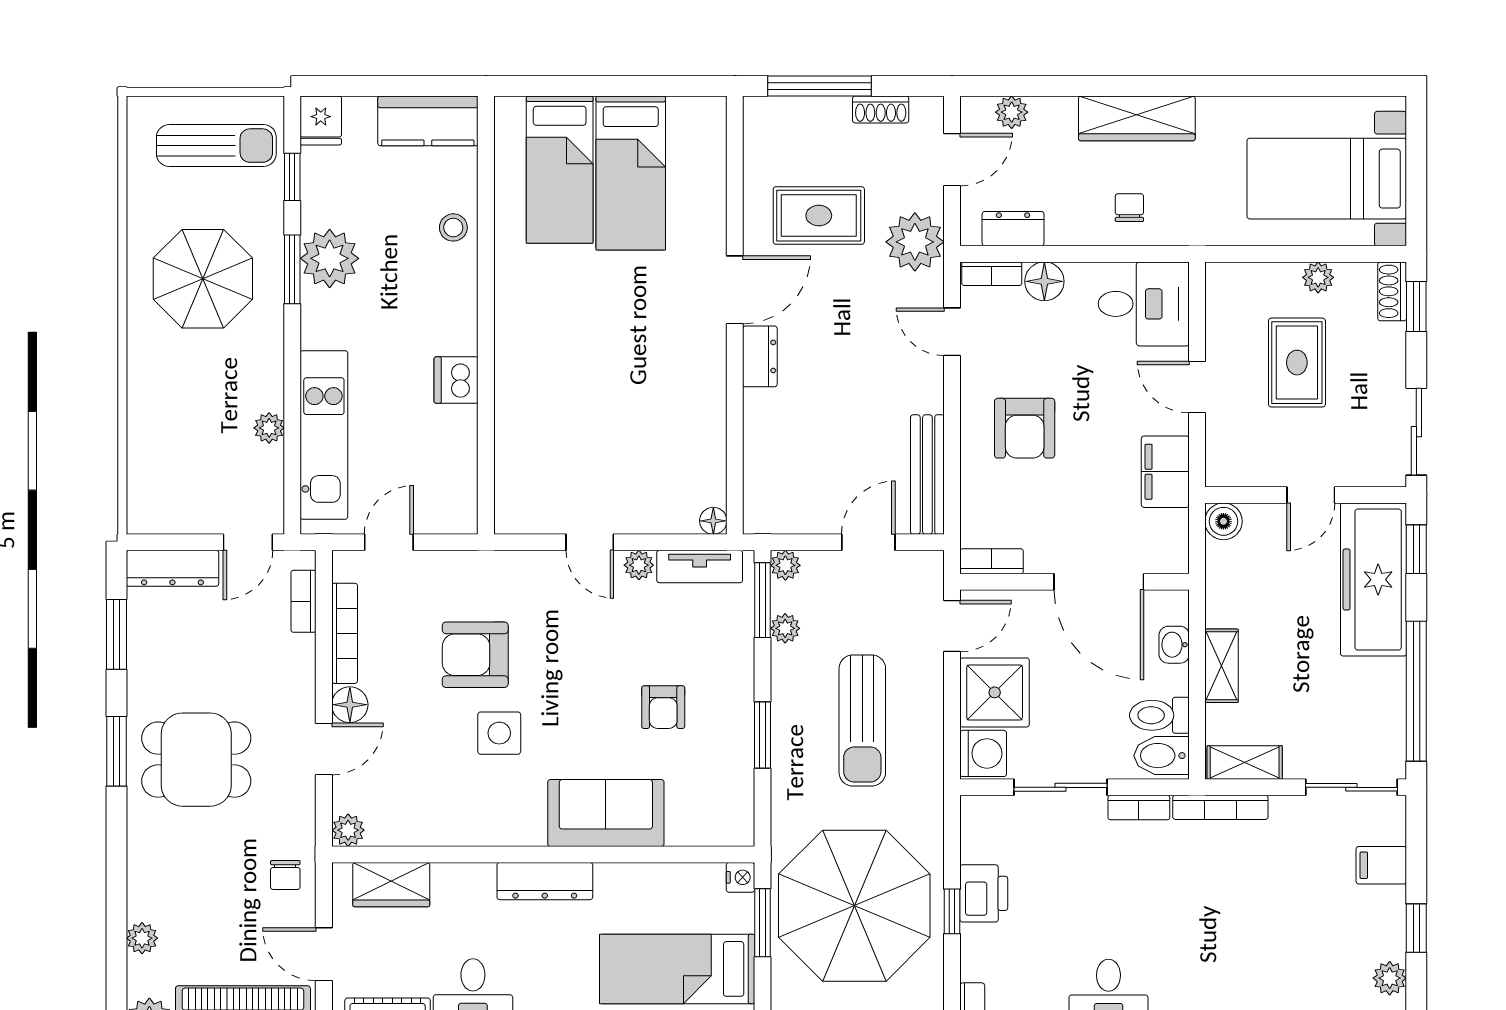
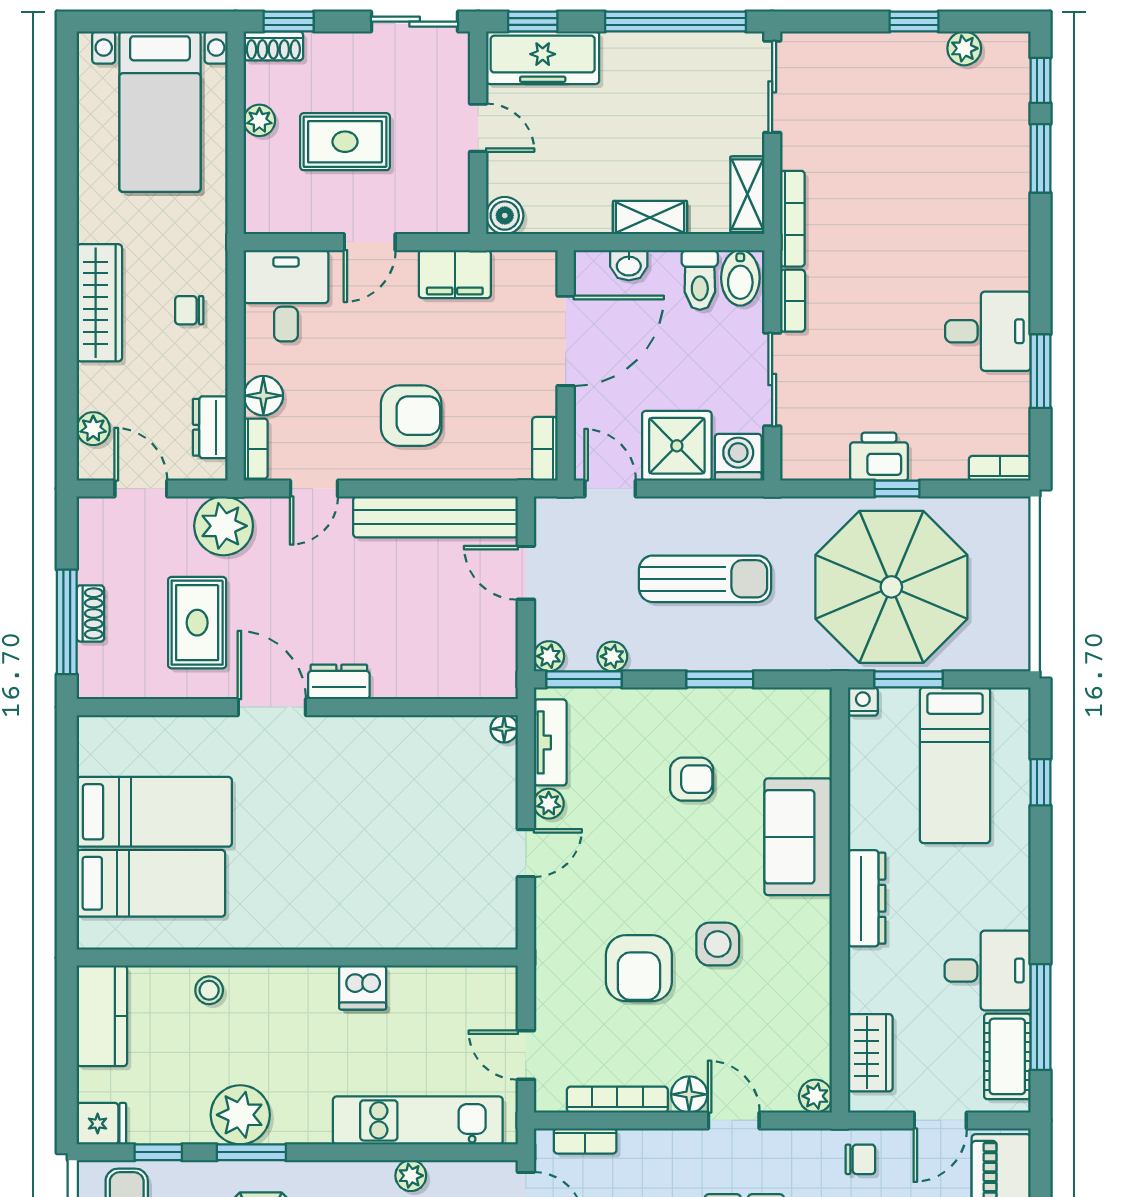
shoe rack: (881, 109) -> (90, 613), moved
bench: (927, 475) -> (436, 517), width x1.37, depth x1.21
freezer: (1374, 580) -> (543, 58), width x0.73, depth x0.79
filing cabinet: (1381, 865) -> (851, 57), removed

